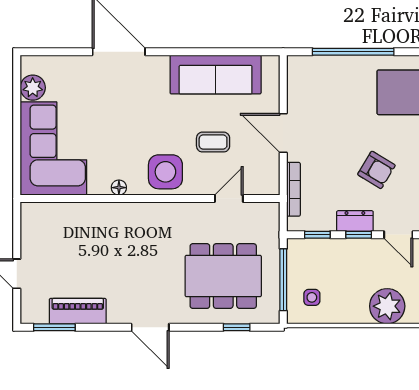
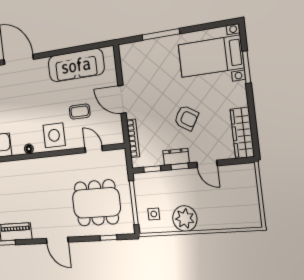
window: (353, 52) -> (161, 34), width x0.68
door: (229, 199) -> (94, 149), hinge flipped
plant: (387, 306) -> (185, 219), moved

